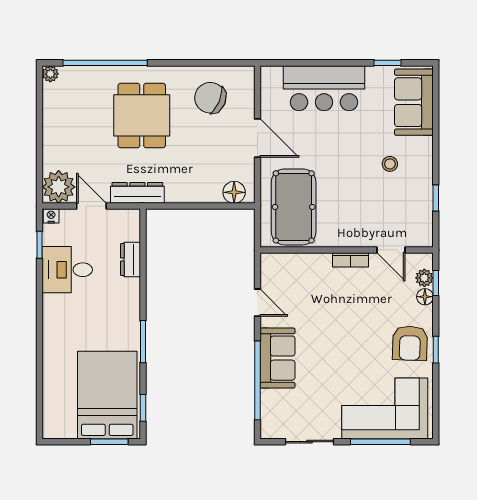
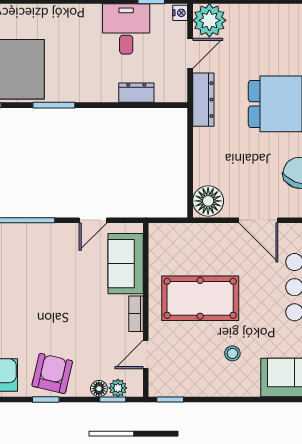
door: (257, 138) -> (258, 220), hinge flipped
floor lamp: (234, 192) -> (208, 201), width x1.38, depth x1.38
window: (436, 198) -> (170, 400), moved
pool table: (294, 207) -> (200, 298), moved
armchair: (410, 343) -> (52, 373), turned 101
sofa: (278, 358) -> (126, 264), moved, turned 90

